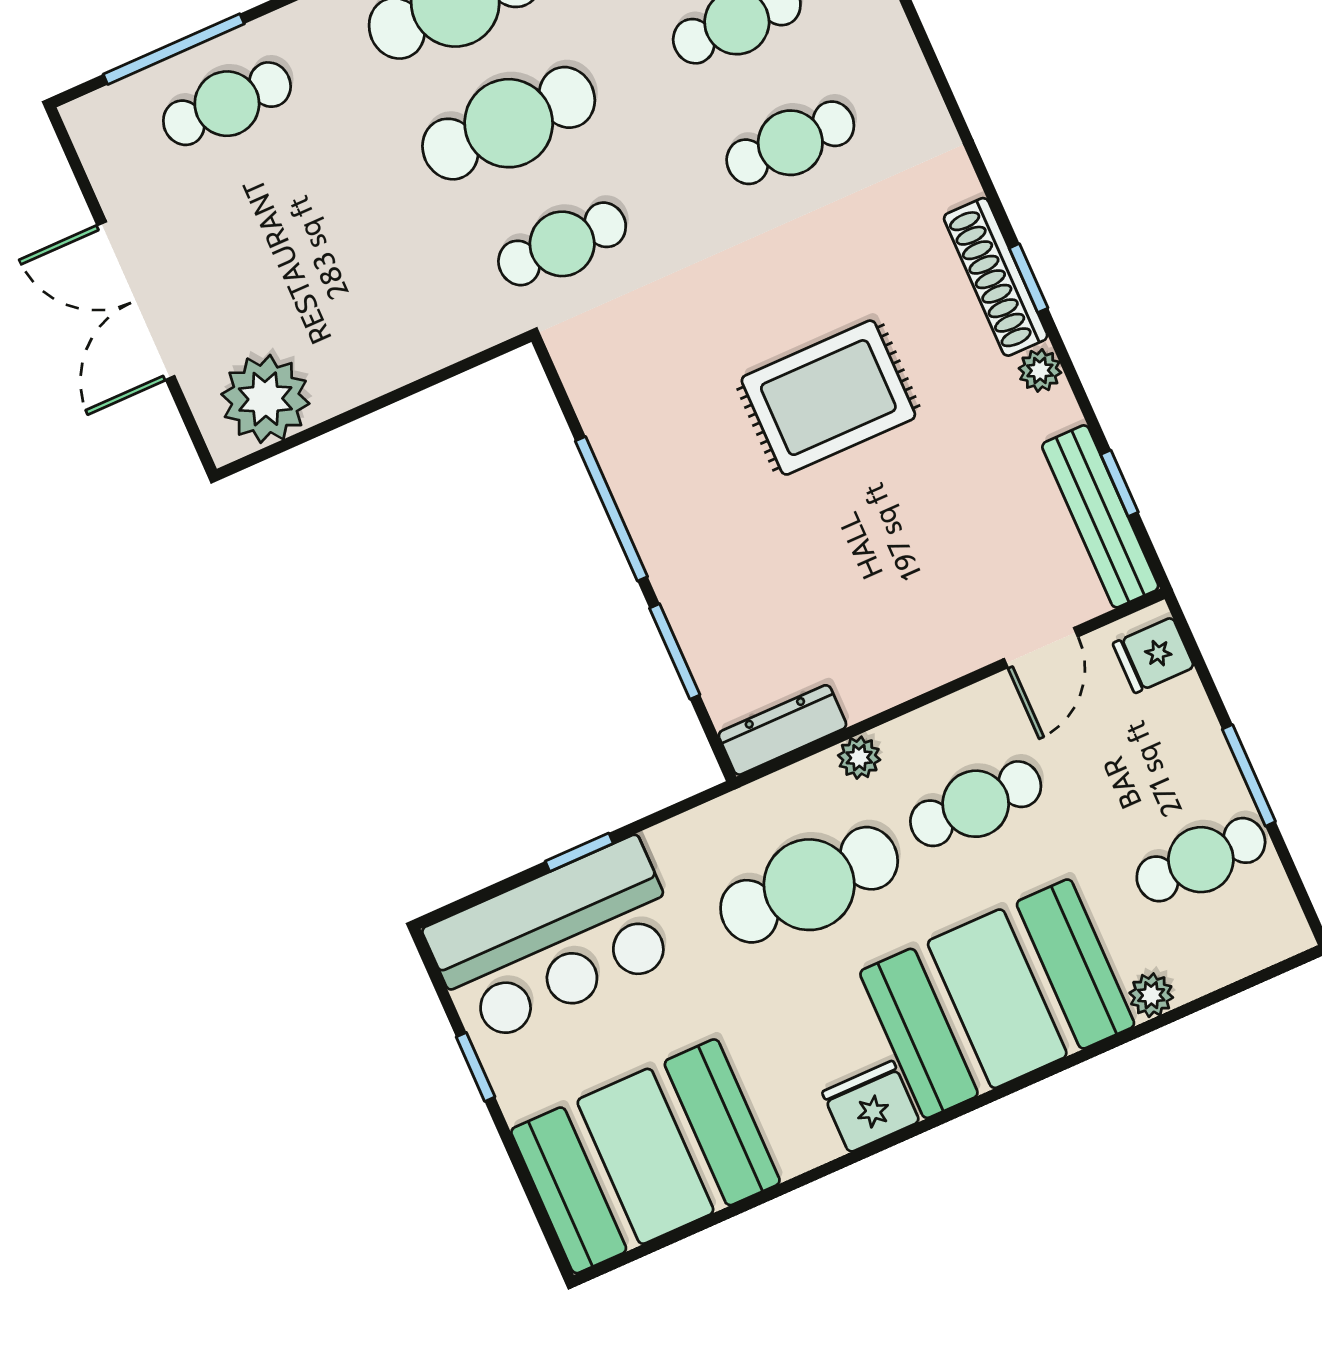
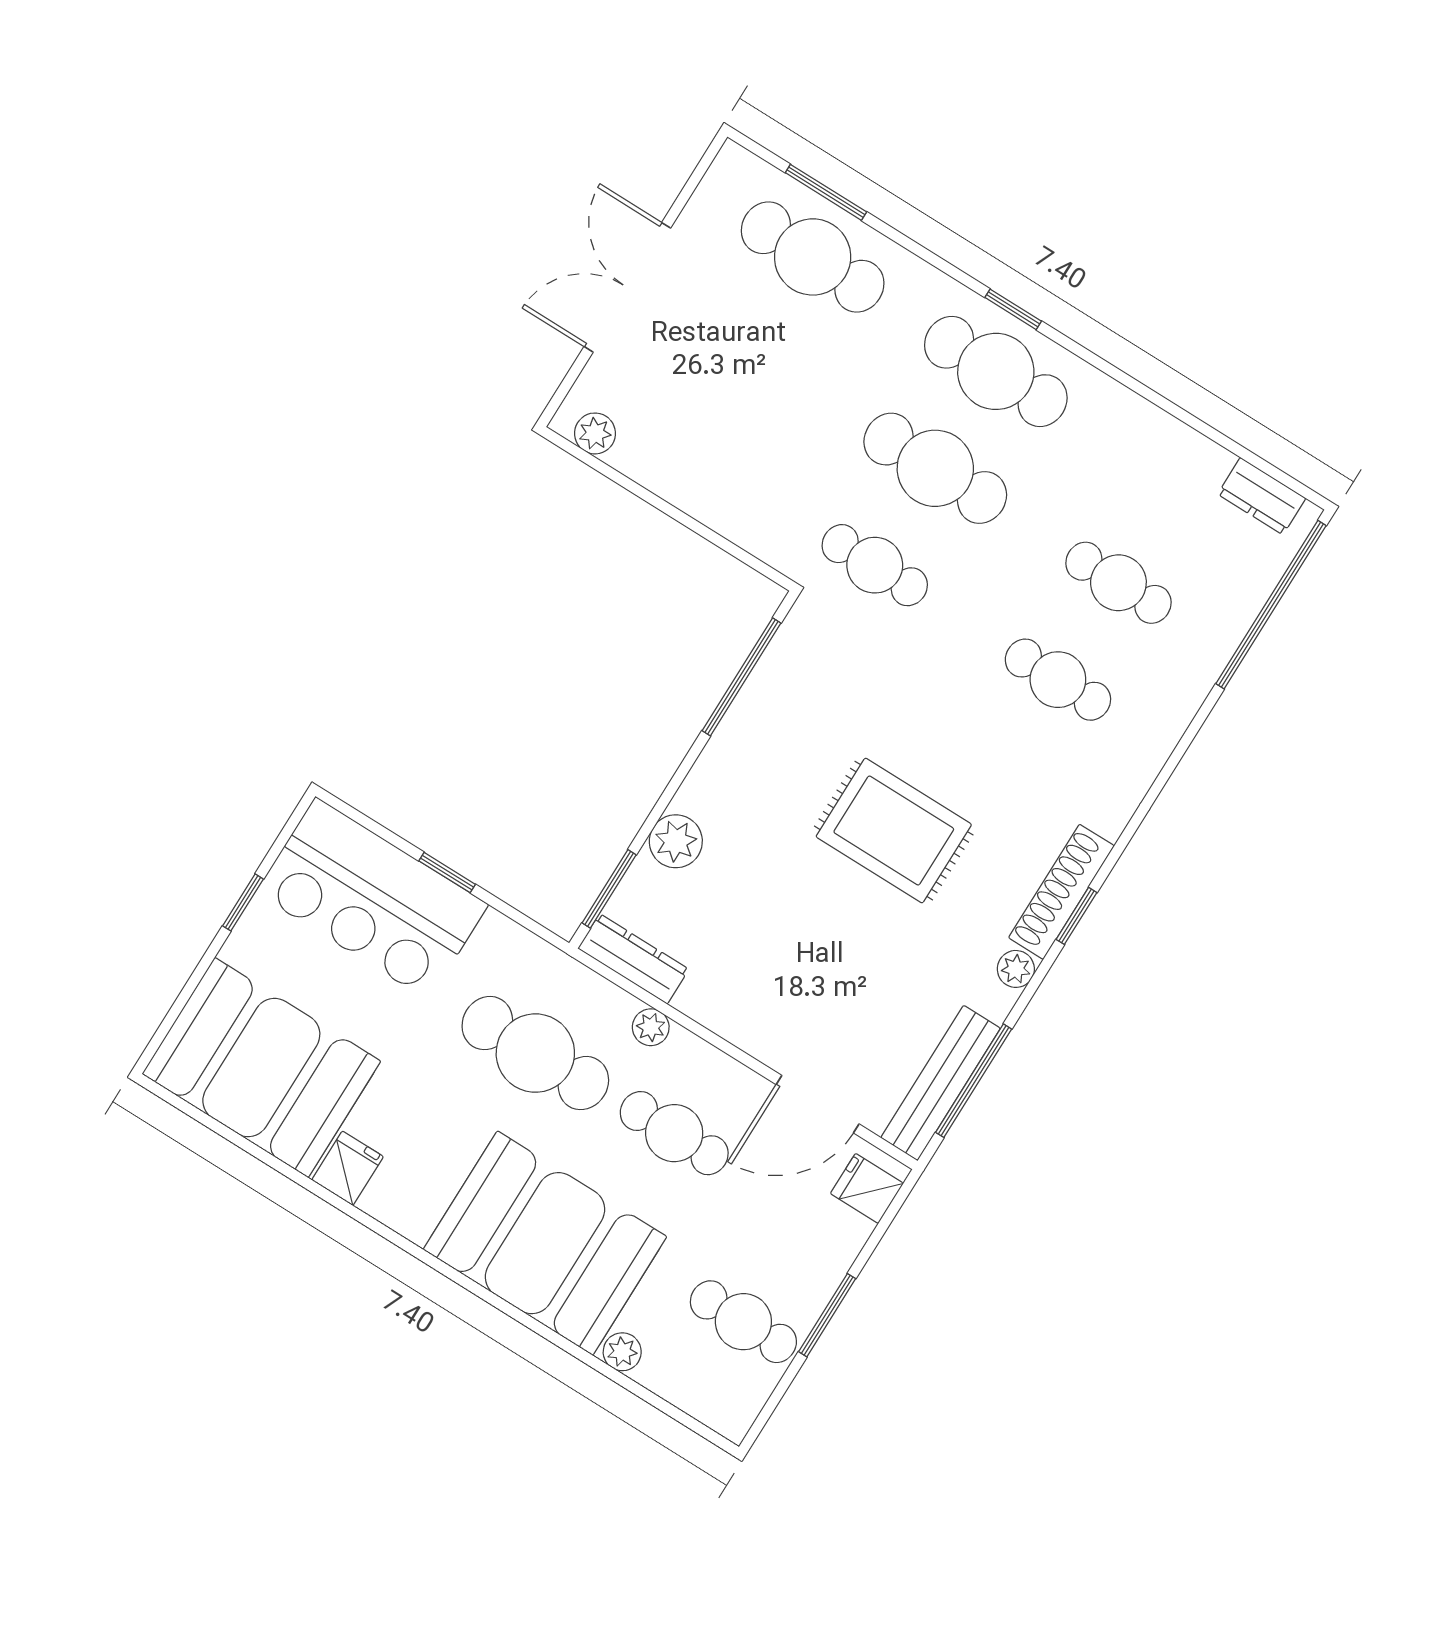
window: (174, 49) -> (826, 192), width x0.69
cafe table: (227, 104) -> (813, 257), width x1.37, depth x1.35
plant: (265, 399) -> (595, 433), width x0.53, depth x0.53
window: (1119, 483) -> (974, 1081), width x2.17
window: (611, 509) -> (741, 677), moved
plant: (697, 613) -> (676, 841), added
door: (1041, 648) -> (818, 1104), width x1.37
window: (675, 651) -> (609, 889), moved
fridge: (871, 1107) -> (348, 1168), moved, width x0.72

